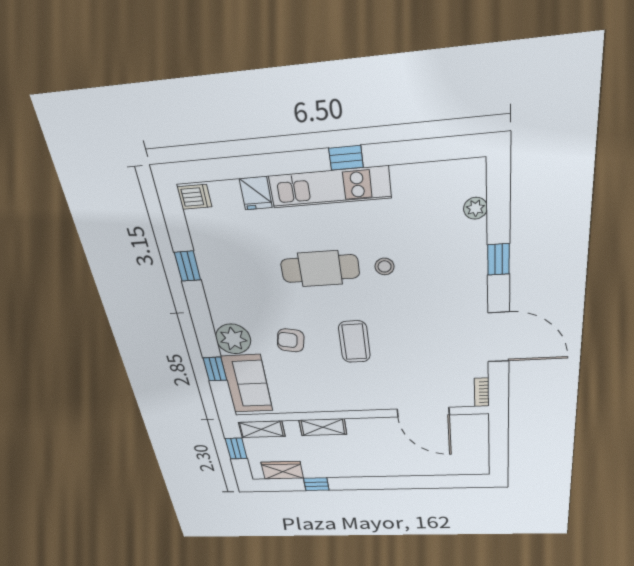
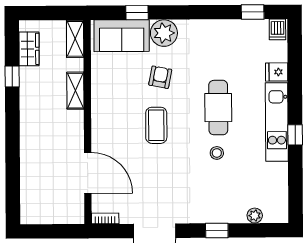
window: (188, 266) -> (253, 12), moved
coffee table: (354, 342) -> (156, 125), turned 90
door: (423, 412) -> (88, 173), swing flipped
window: (236, 448) -> (55, 13), removed

